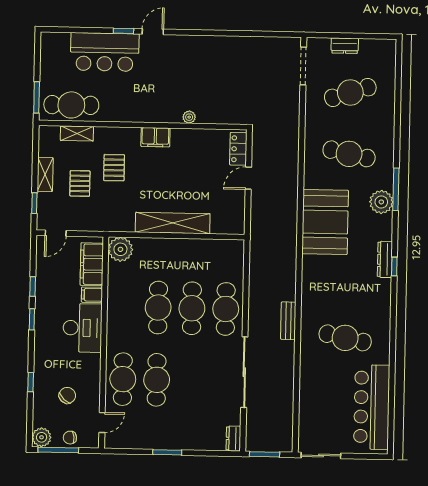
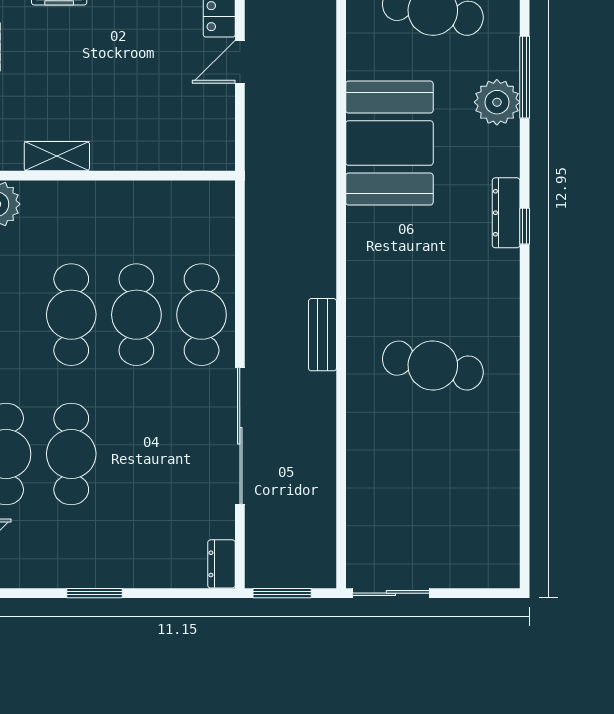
shelving: (173, 223) -> (57, 156), width x0.45, depth x0.75
bar counter: (372, 407) -> (487, 498), removed

